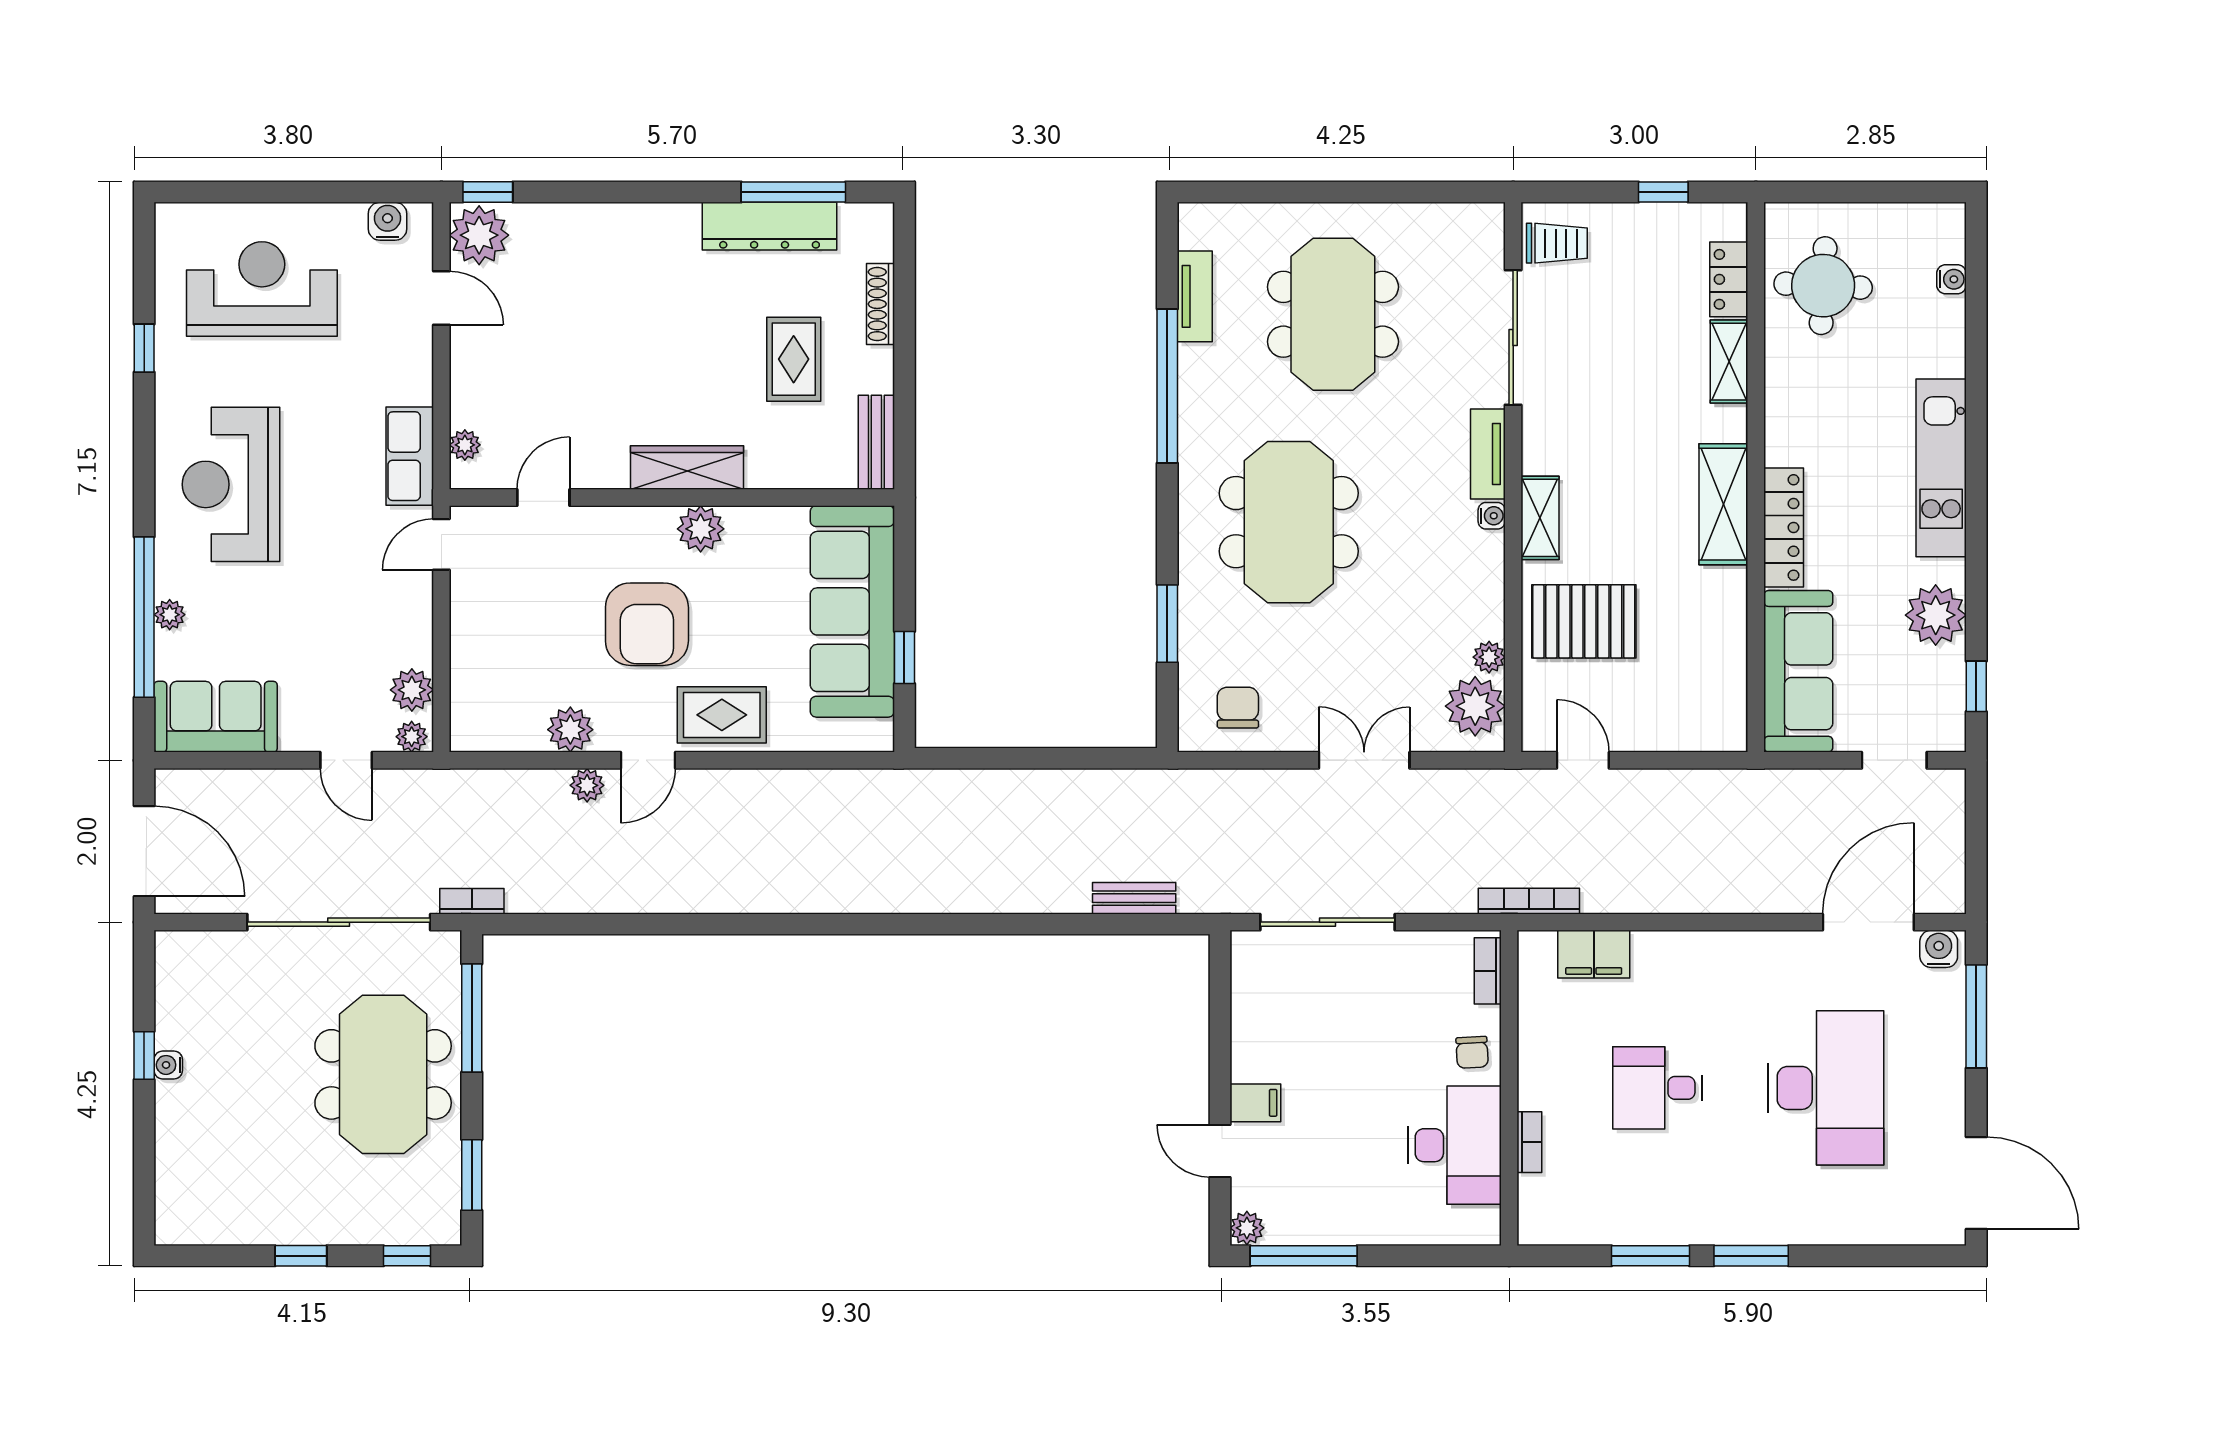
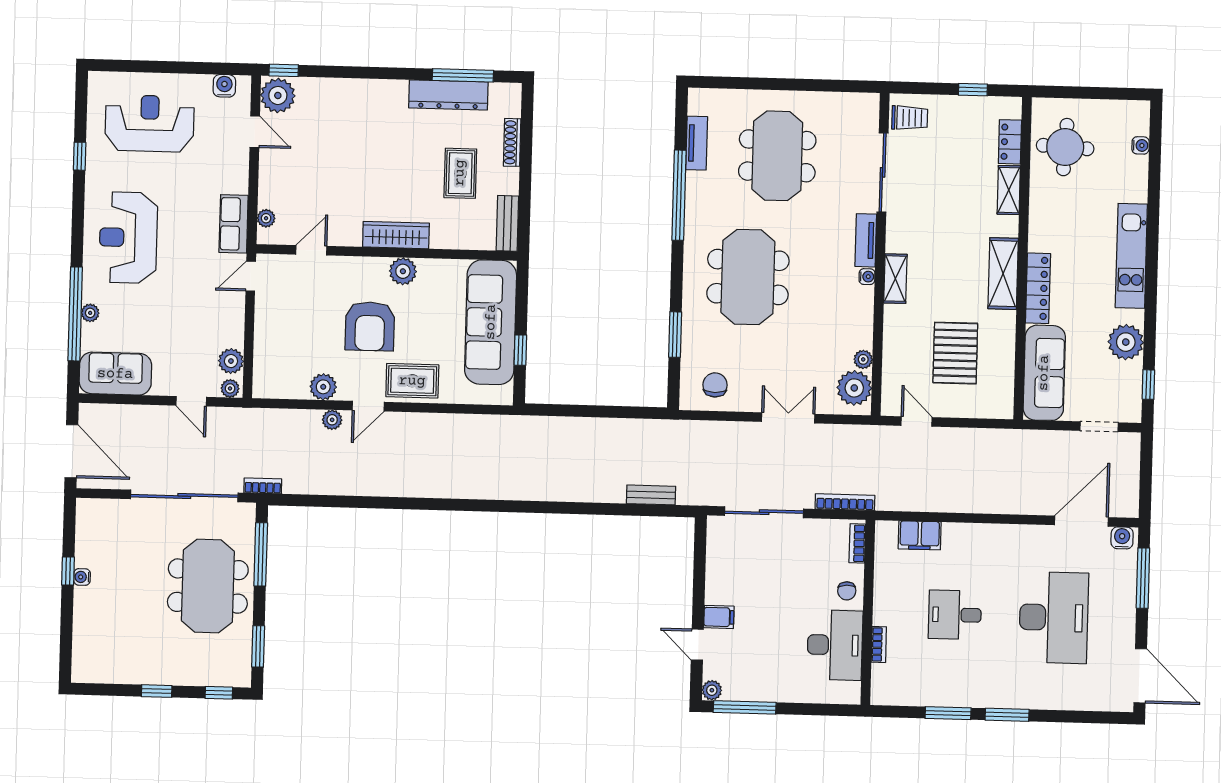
pallet: (1584, 621) -> (955, 353), moved, turned 90
bookcase: (1529, 901) -> (845, 502), moved

